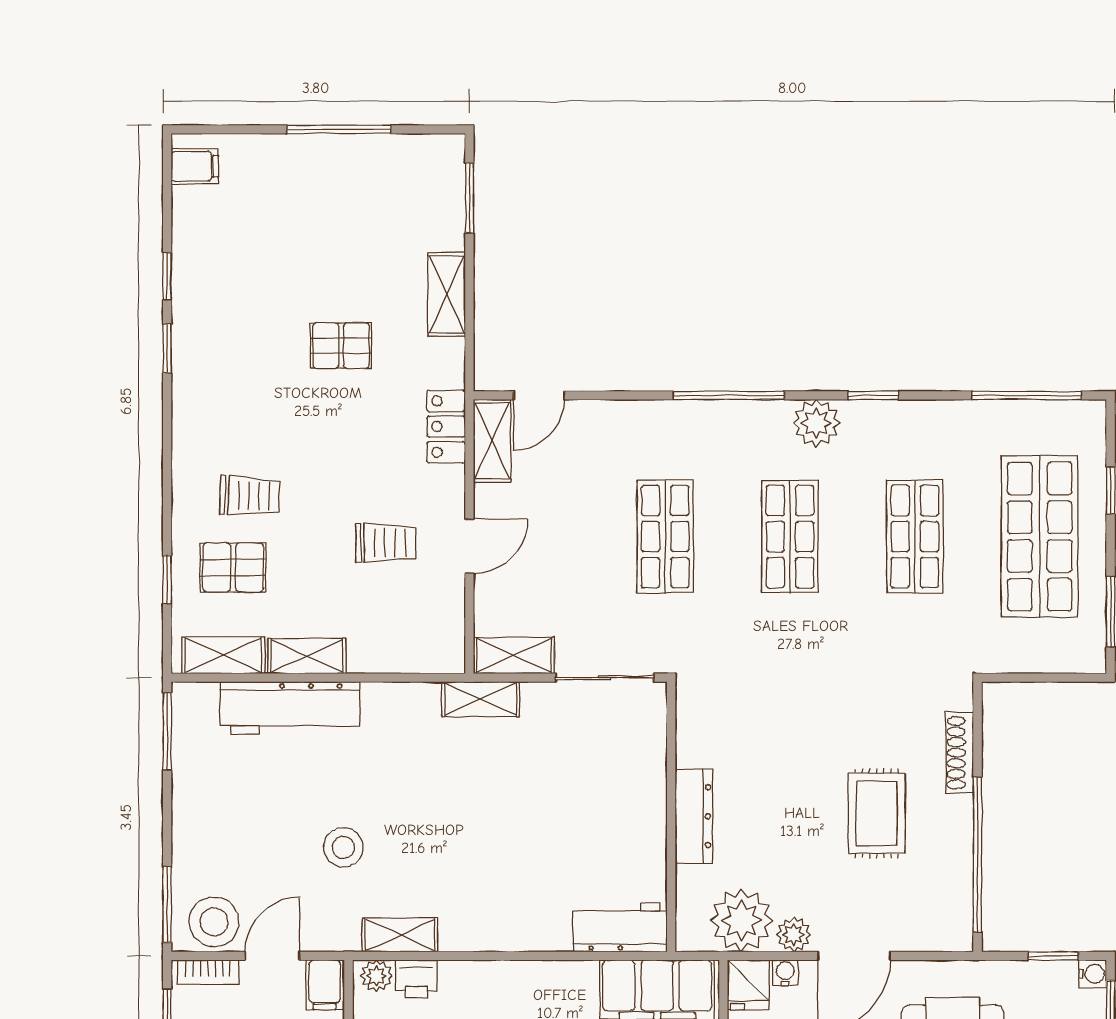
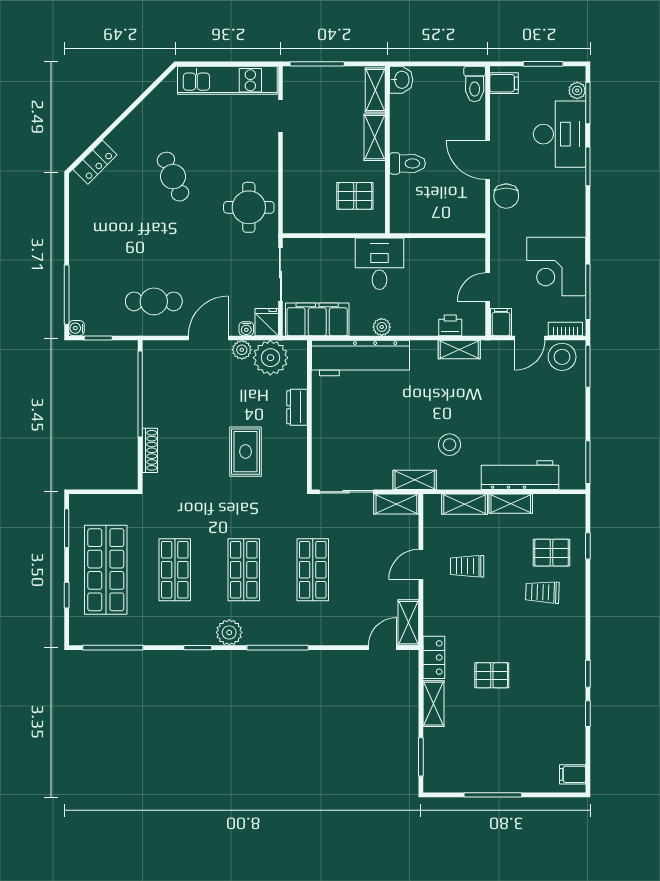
locker: (446, 427) -> (434, 657), moved
shelving: (223, 655) -> (465, 504), moved
rug: (877, 813) -> (245, 452), moved
dresser: (694, 816) -> (297, 407), width x0.70
stool: (343, 847) -> (449, 445), moved
workbench: (620, 928) -> (360, 358), width x1.88, depth x1.32
plant: (376, 976) -> (382, 327), moved

